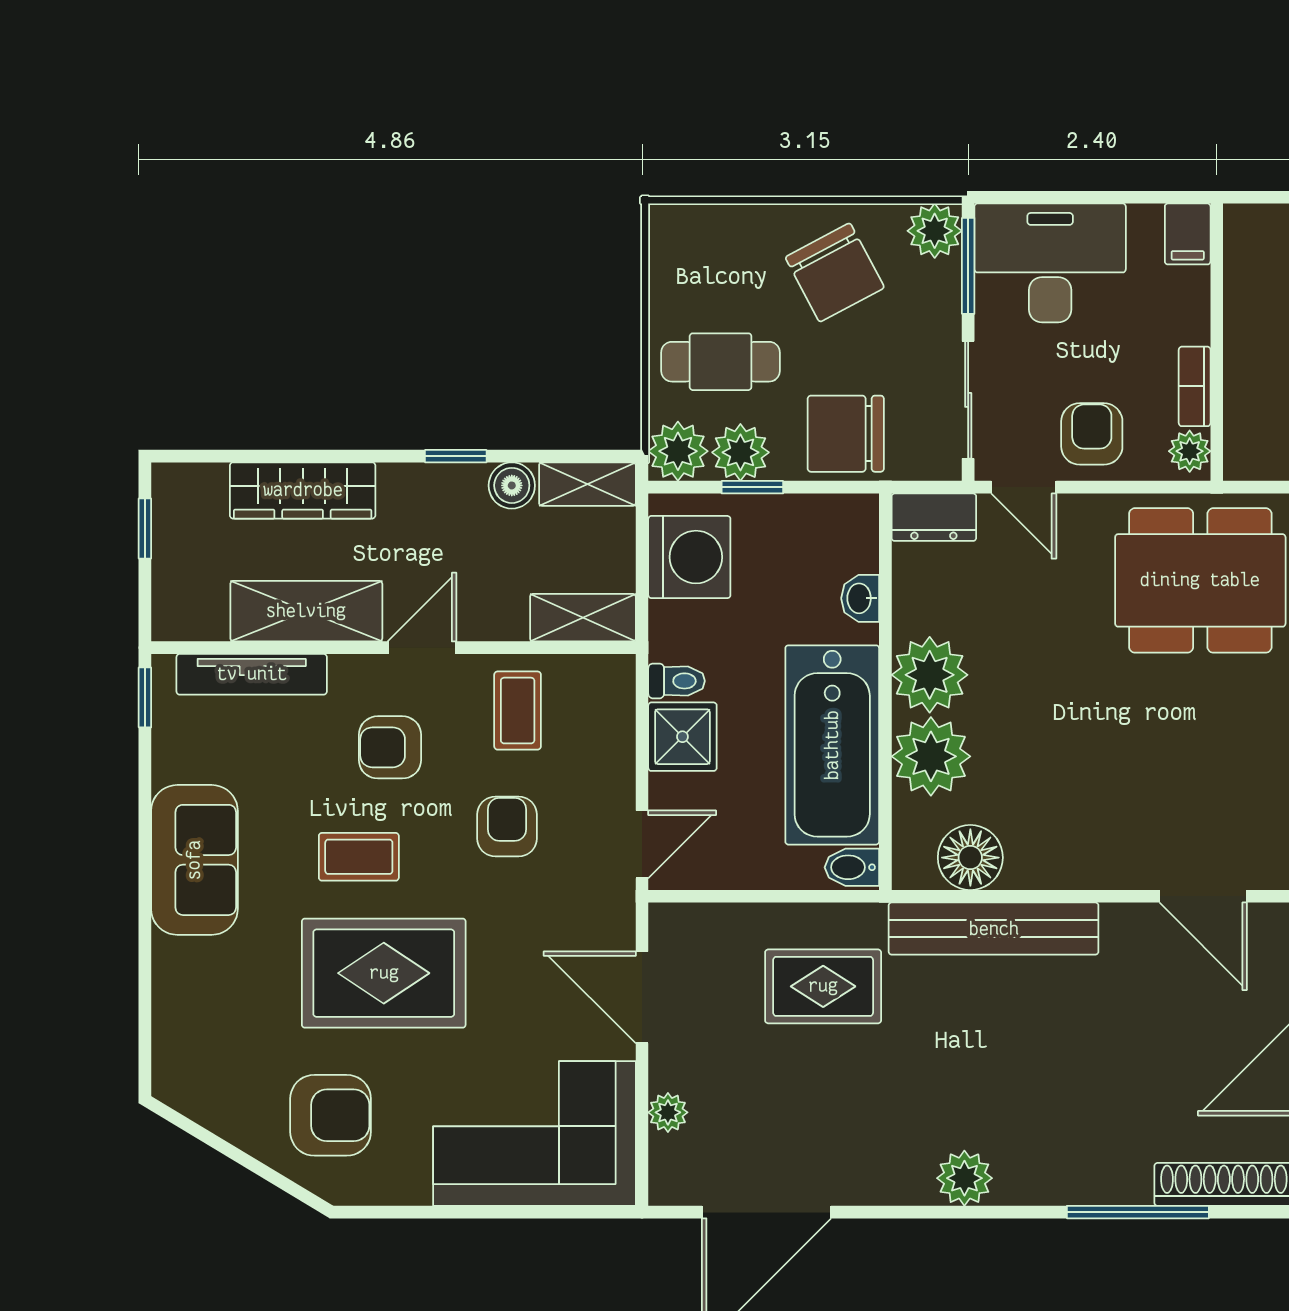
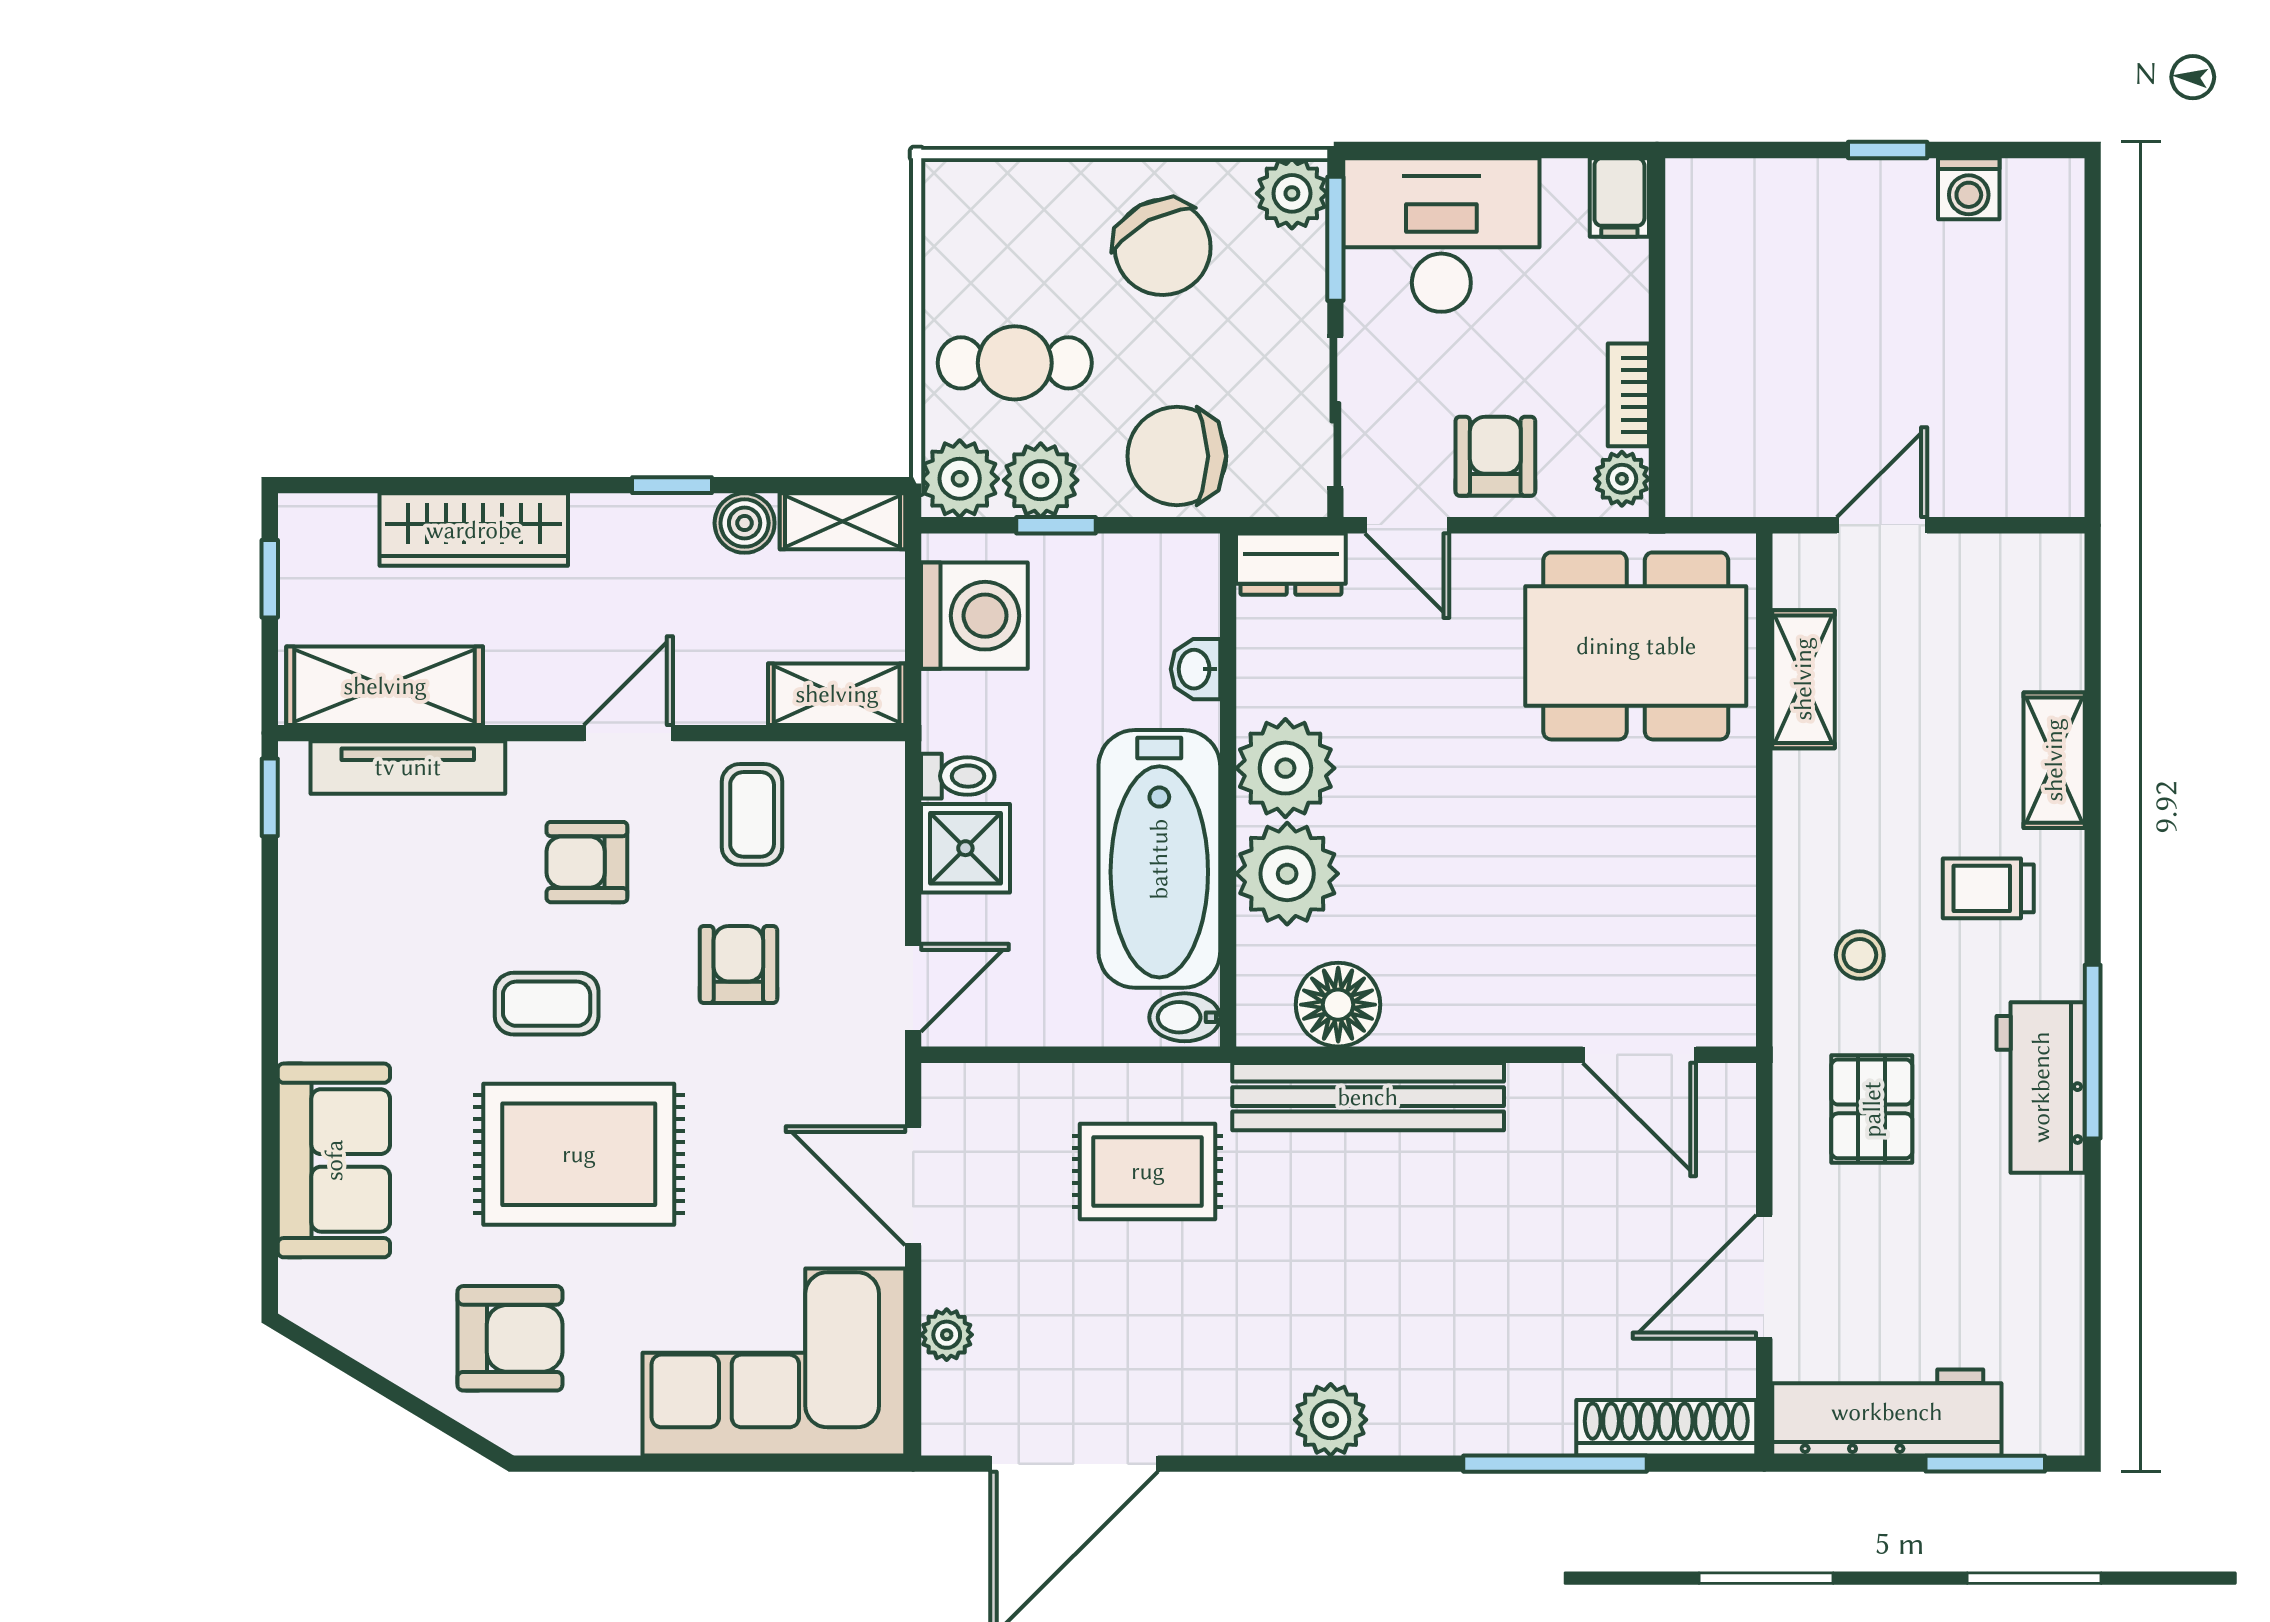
shelving: (306, 611) -> (385, 686), moved
sofa: (194, 860) -> (334, 1160), moved

